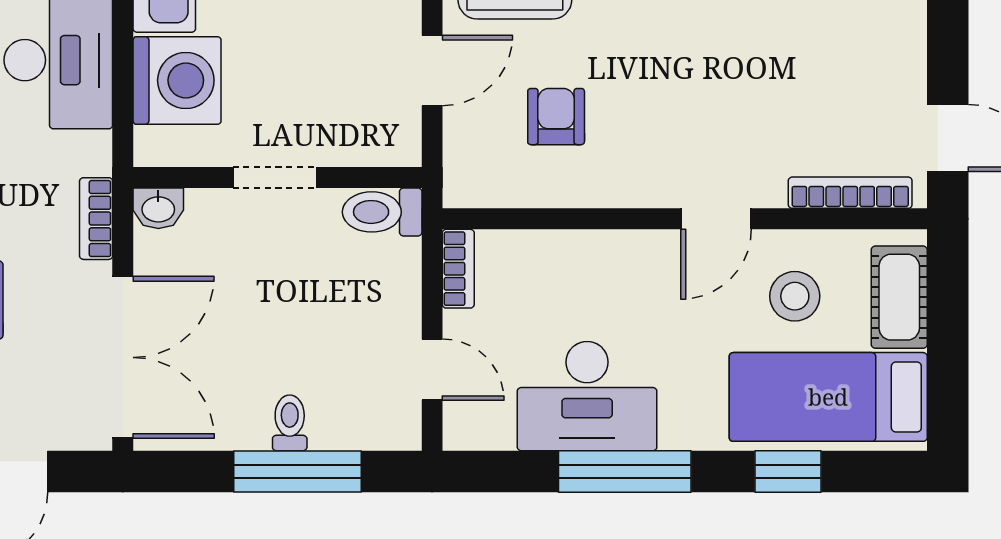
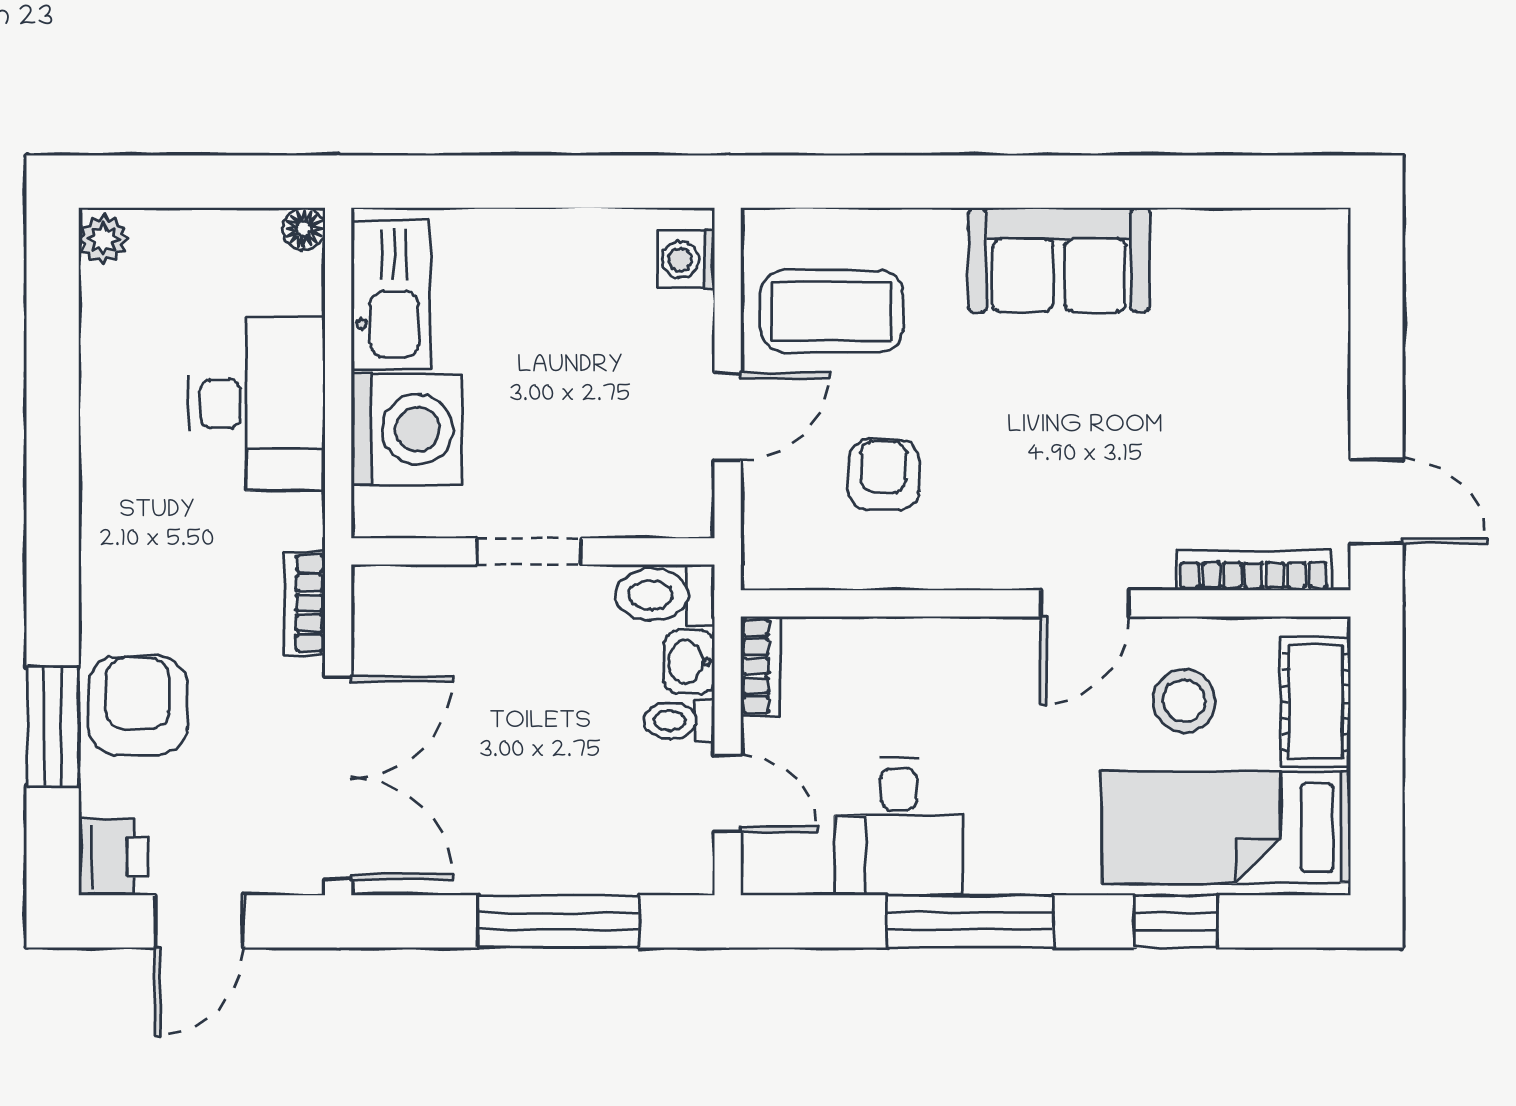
washbasin: (158, 208) -> (689, 662), moved, turned 90
desk: (587, 396) -> (899, 827), width x0.73
toilet: (290, 423) -> (679, 721), moved, turned -90

